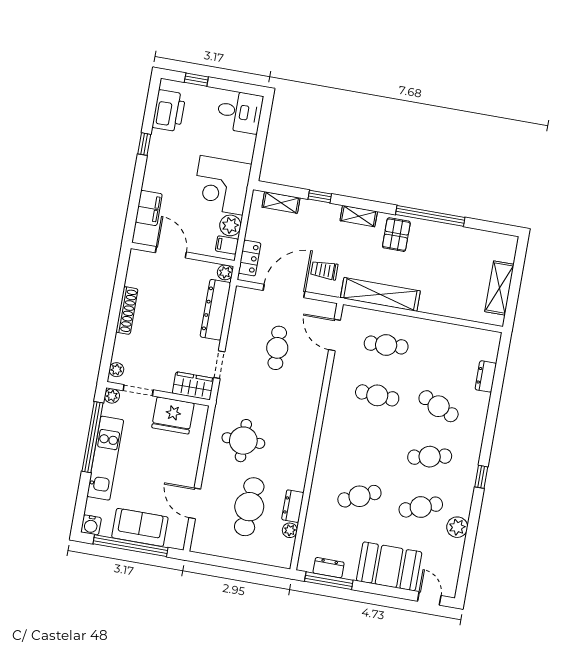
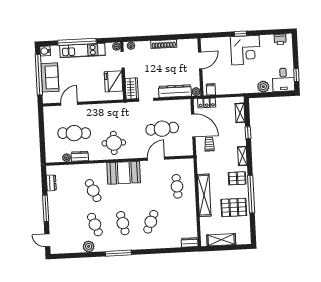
window: (196, 80) -> (296, 75), moved
printer: (169, 111) -> (280, 39), width x0.53, depth x0.68
window: (144, 144) -> (240, 34), moved
corner desk: (222, 185) -> (245, 50), moved, turned 180
filing cabinet: (149, 208) -> (221, 43), removed
plant: (230, 225) -> (263, 87), moved
pallet: (447, 252) -> (234, 207), added
shelving: (380, 294) -> (204, 195), moved
door: (335, 335) -> (156, 159), moved
cafe table: (277, 348) -> (162, 129), width x1.37, depth x1.35
dresser: (486, 376) -> (190, 242), moved
cafe table: (377, 395) -> (149, 188), removed
window: (93, 437) -> (77, 42), moved
round table: (243, 441) -> (114, 143), moved
window: (481, 477) -> (118, 253), width x2.17
booth: (389, 566) -> (124, 173), moved, turned 90
window: (329, 581) -> (46, 208), moved
door: (429, 598) -> (47, 240), swing flipped

